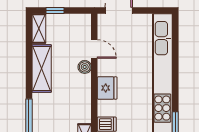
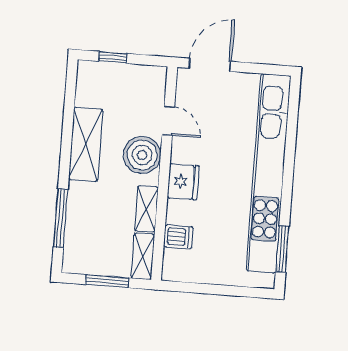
shelving: (39, 29) -> (146, 209), moved
boiler: (85, 67) -> (142, 155), width x1.86, depth x1.86

